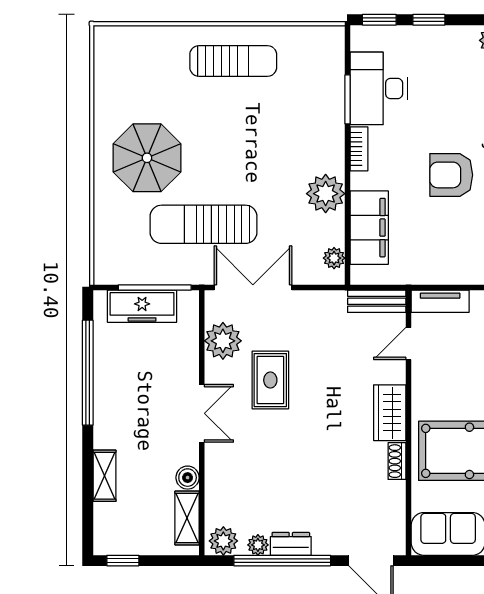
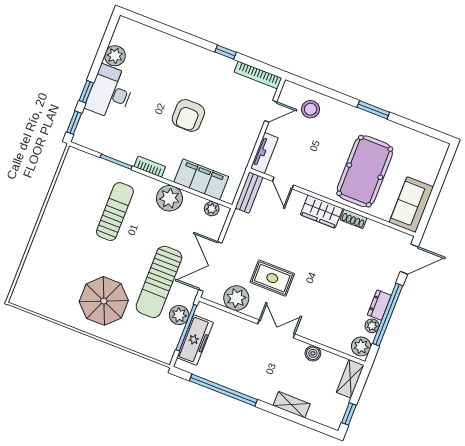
sun lounger: (233, 61) -> (115, 212), moved
desk: (379, 88) -> (110, 92), moved, turned 90
plant: (168, 270) -> (179, 315), added
shelving: (187, 518) -> (350, 379), moved, turned 90

